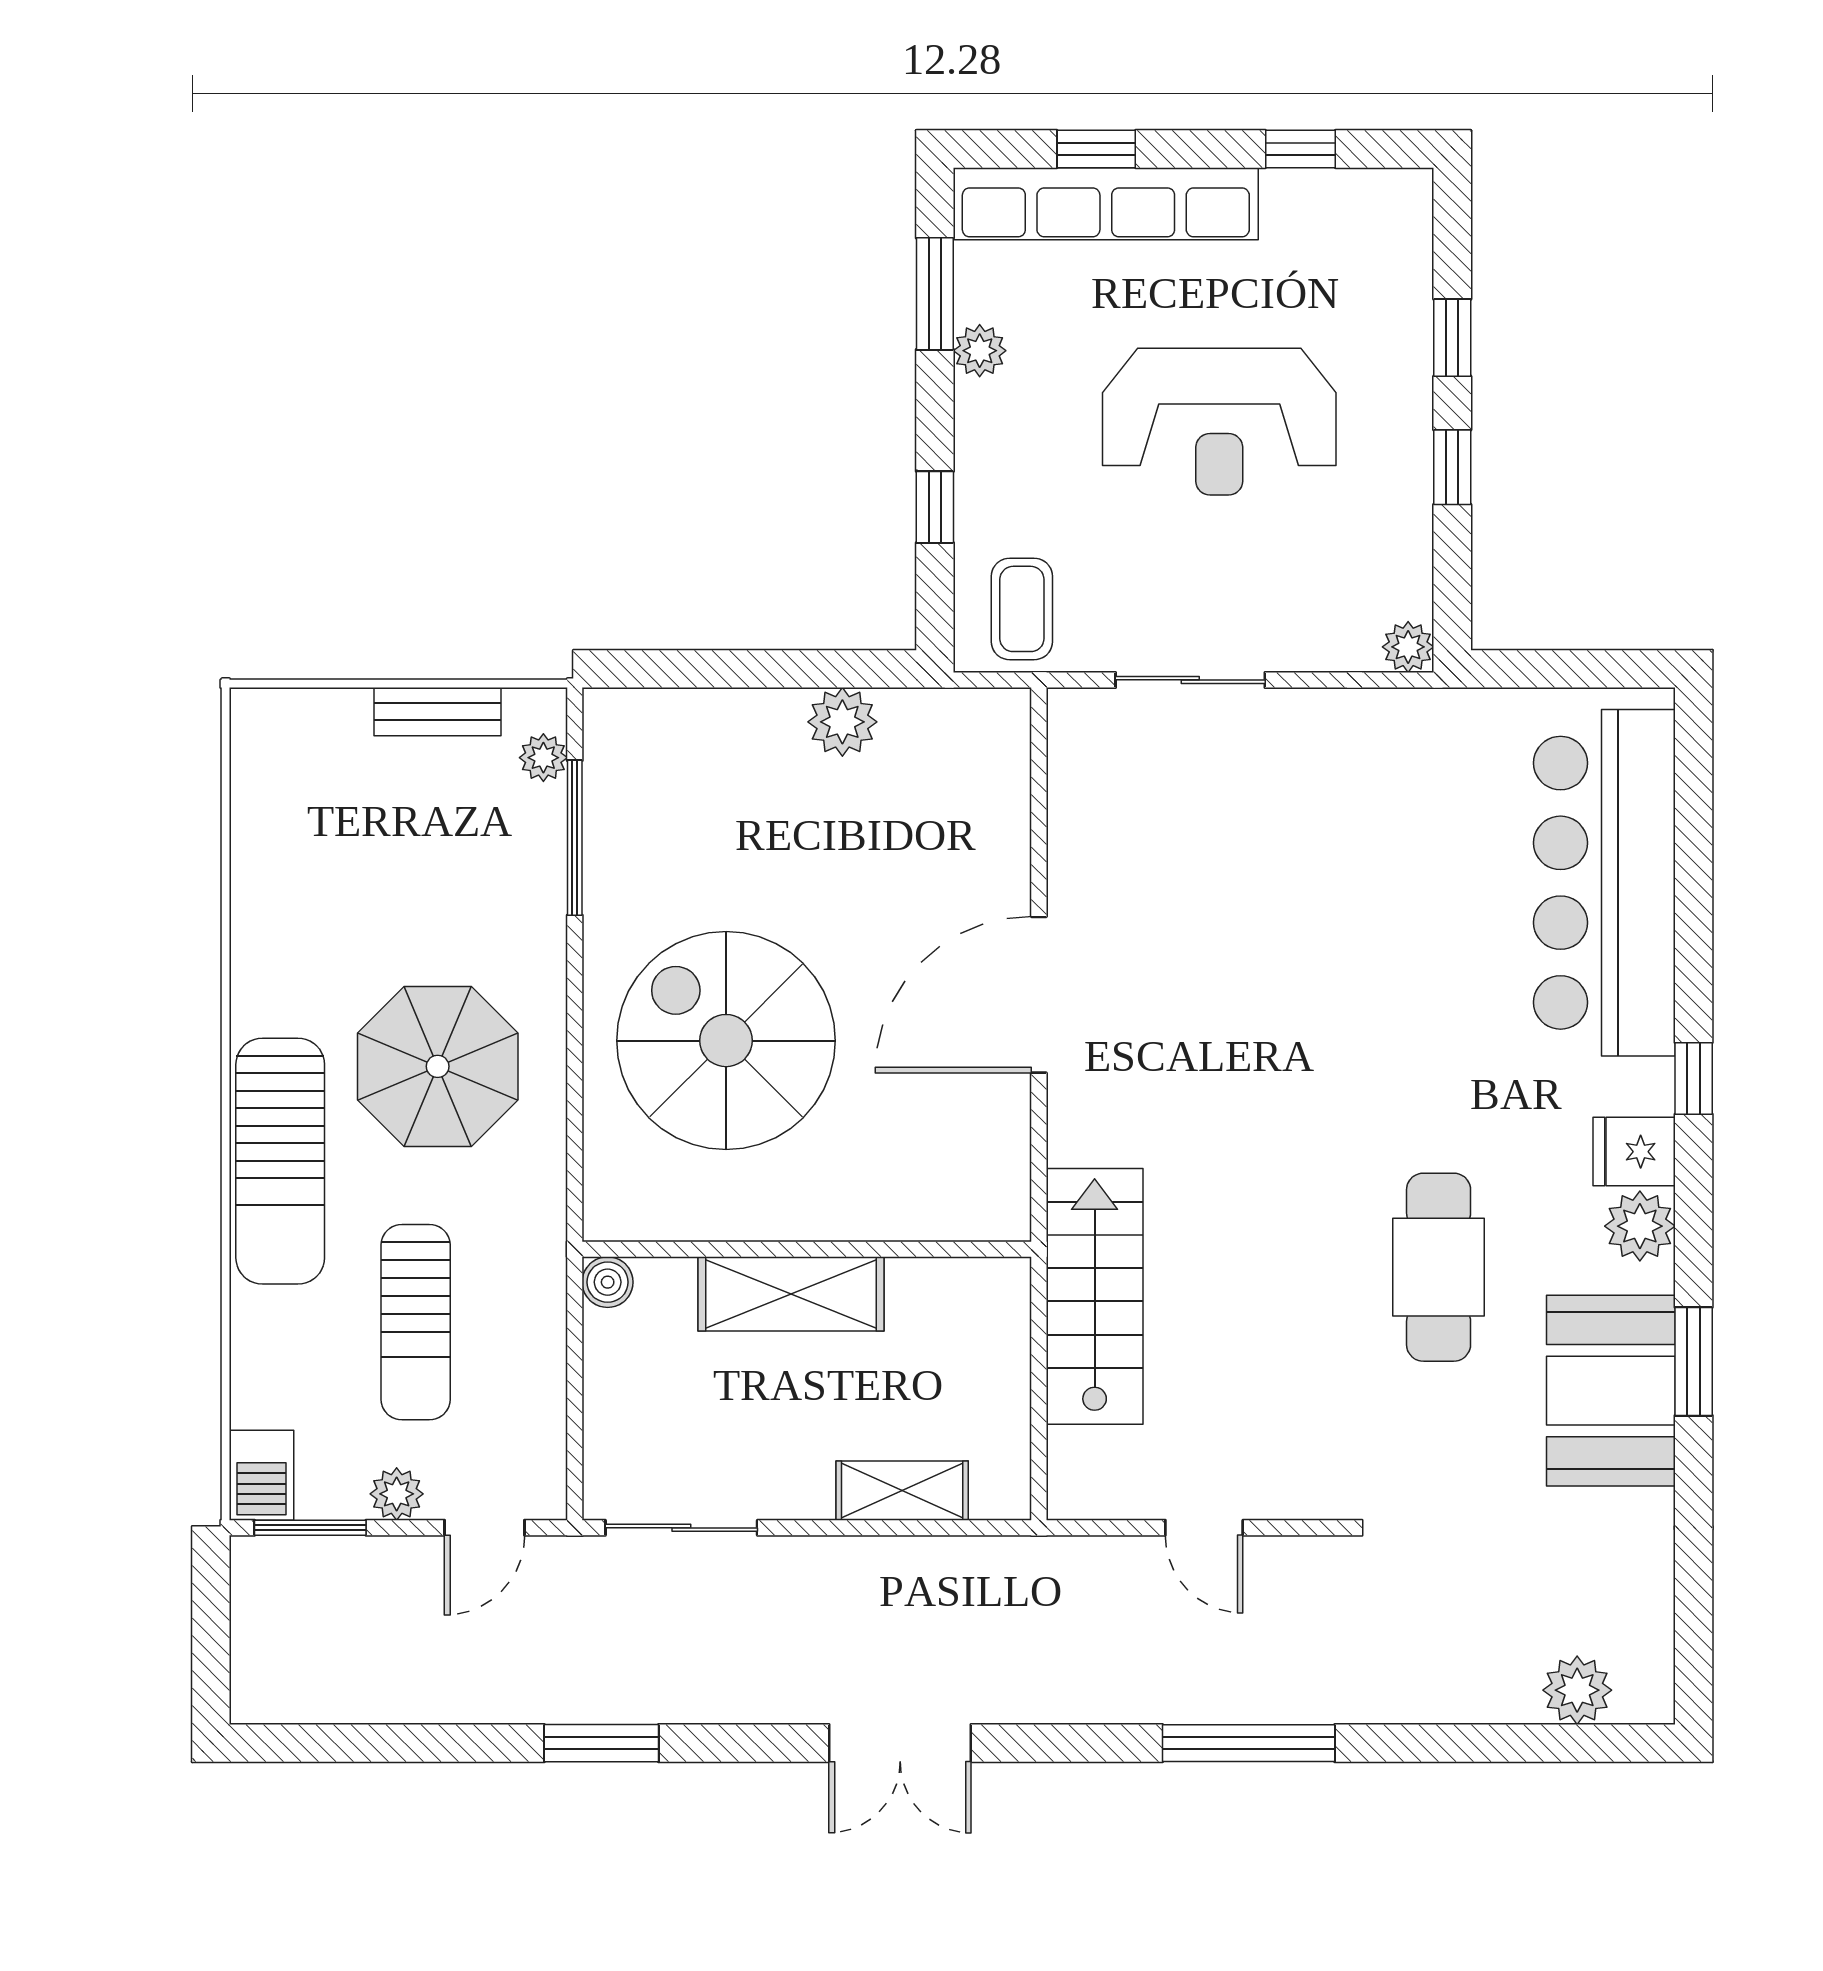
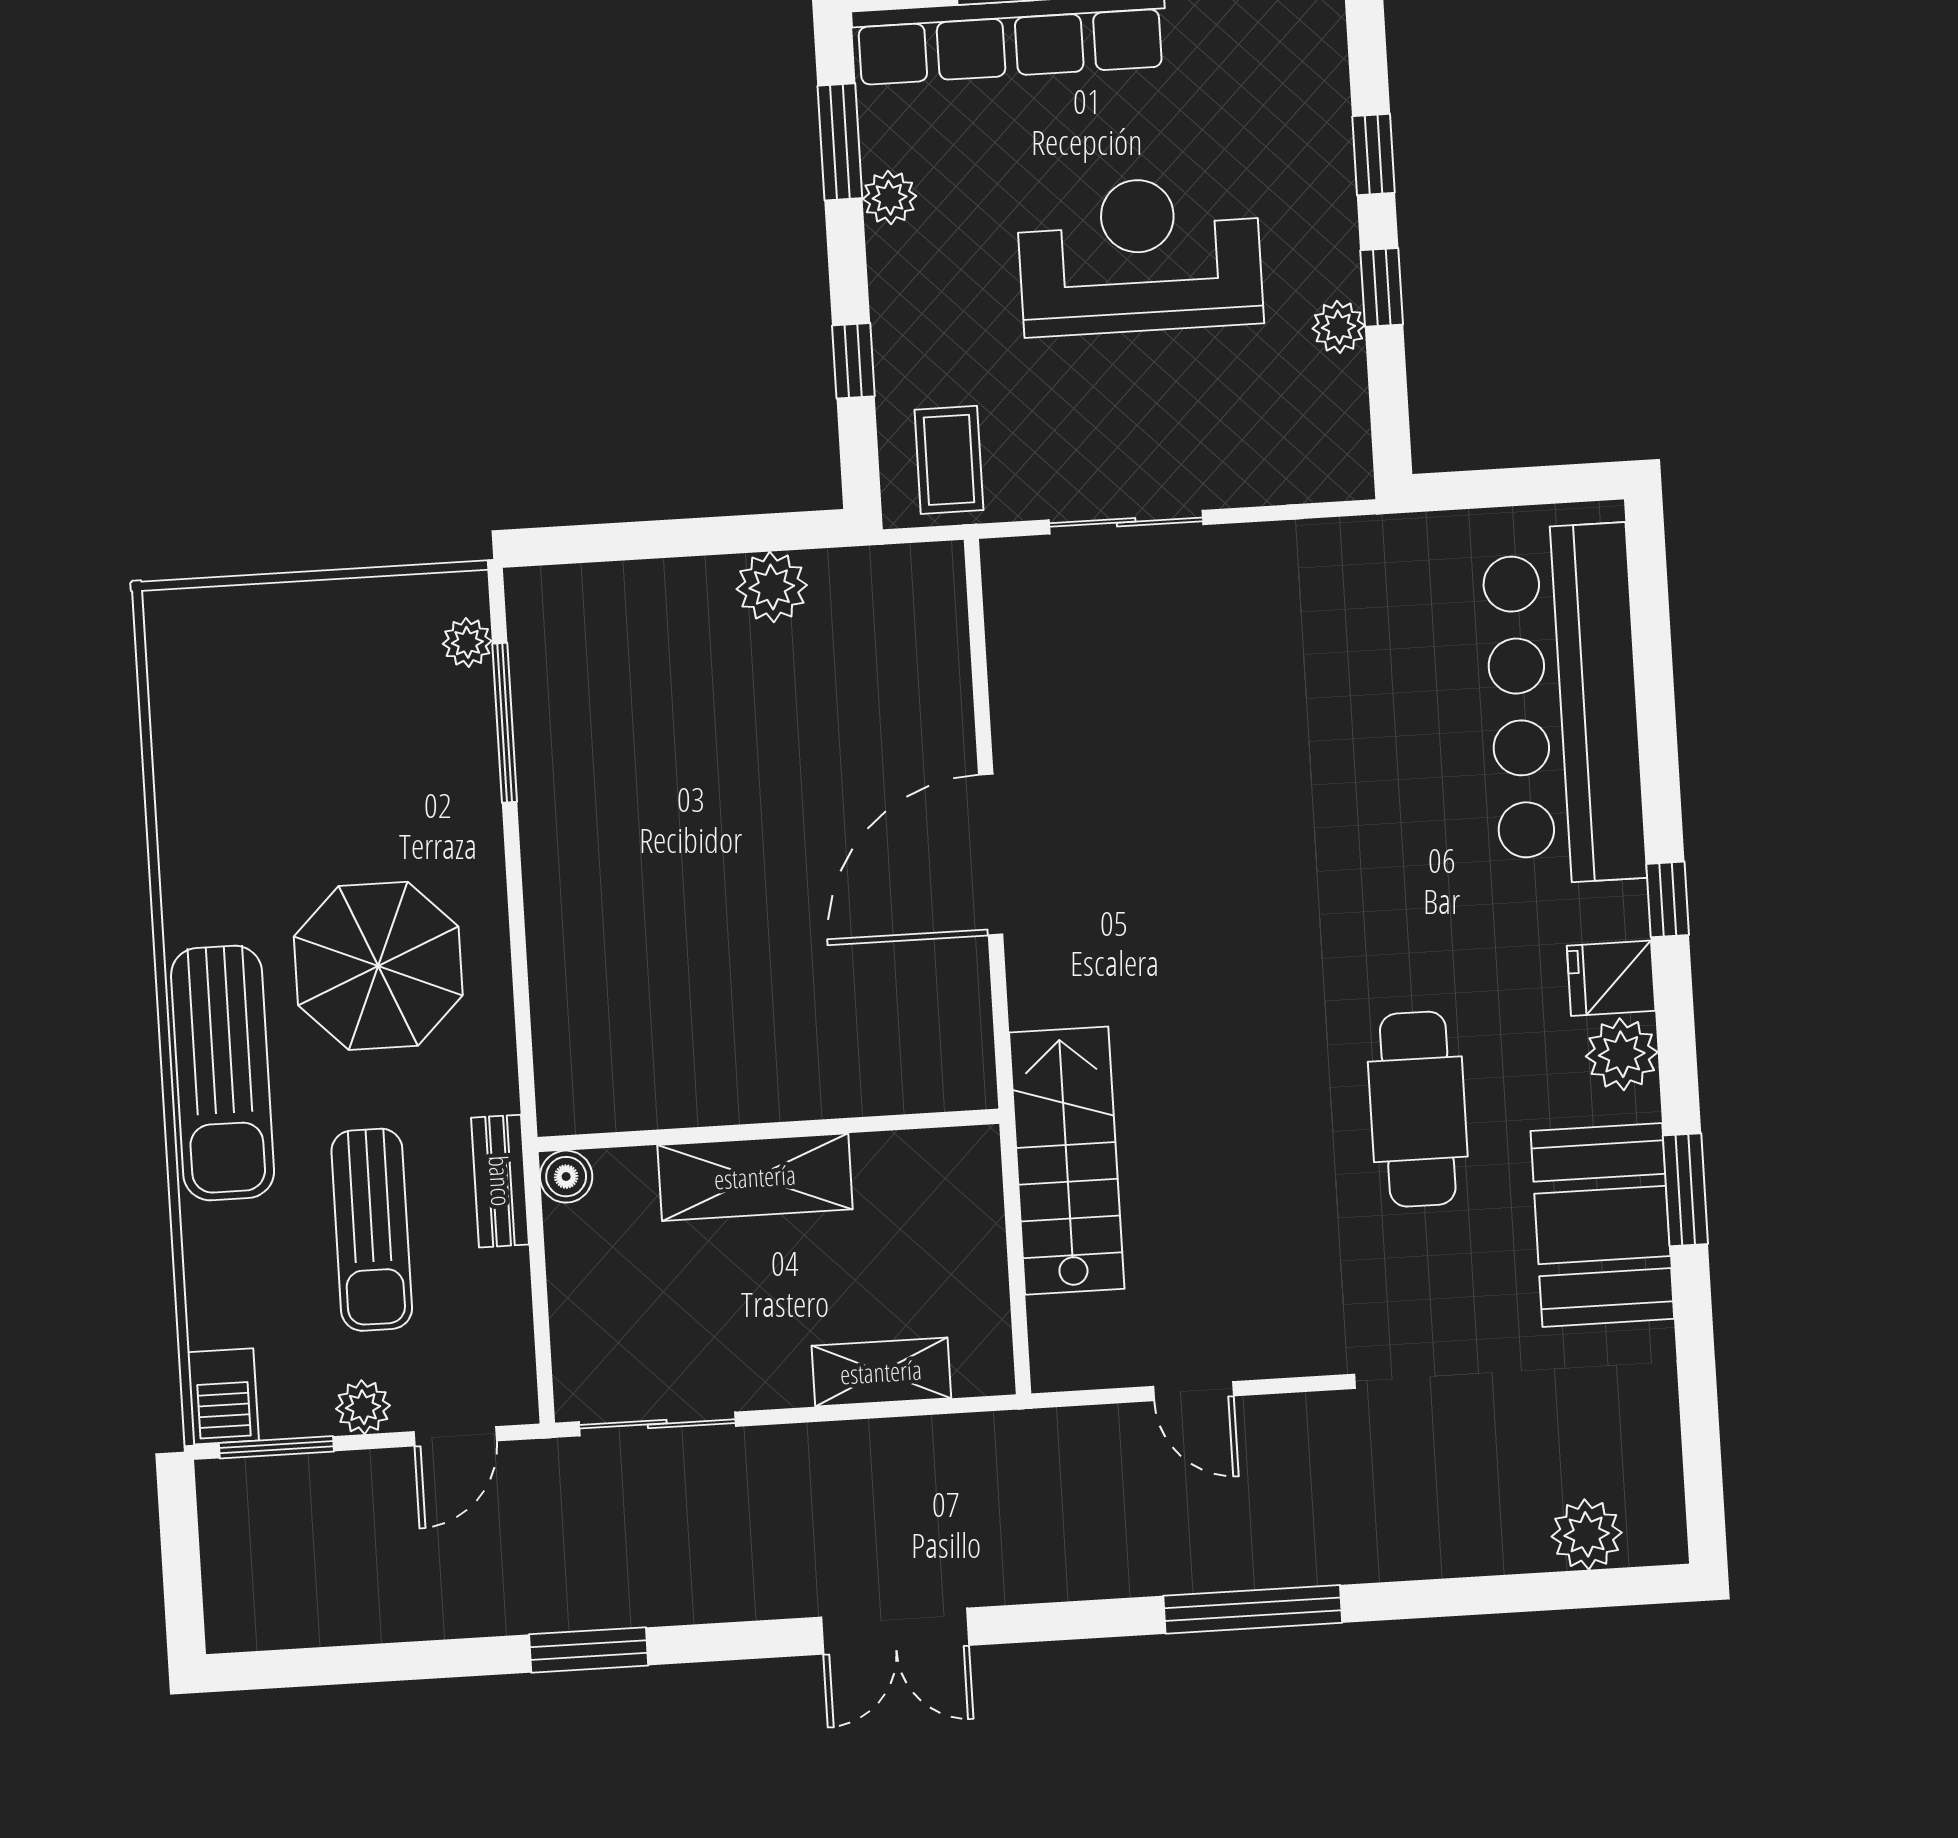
reception desk: (1219, 422) -> (1140, 255), turned 180
plant: (1408, 647) -> (1339, 327), moved
bench: (438, 712) -> (500, 1181), moved, turned 90
spiral stairs: (726, 1041) -> (672, 921), removed

